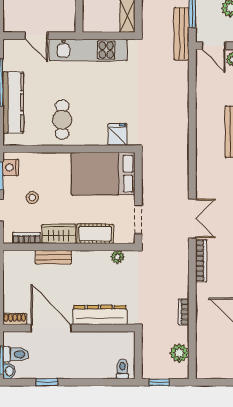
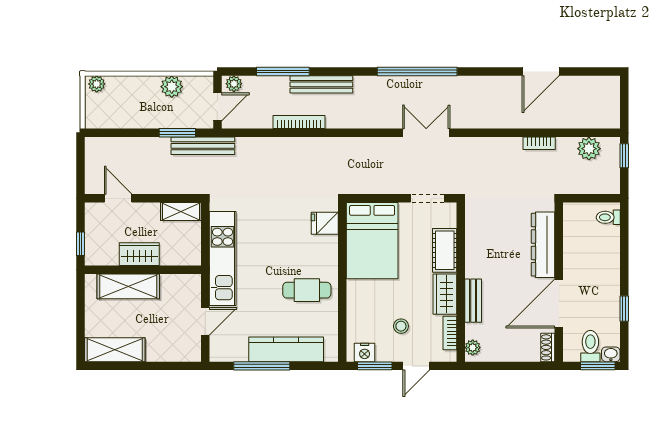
plant: (118, 257) -> (473, 348), moved
bookcase: (201, 261) -> (299, 122), moved
window: (159, 382) -> (624, 156), moved

